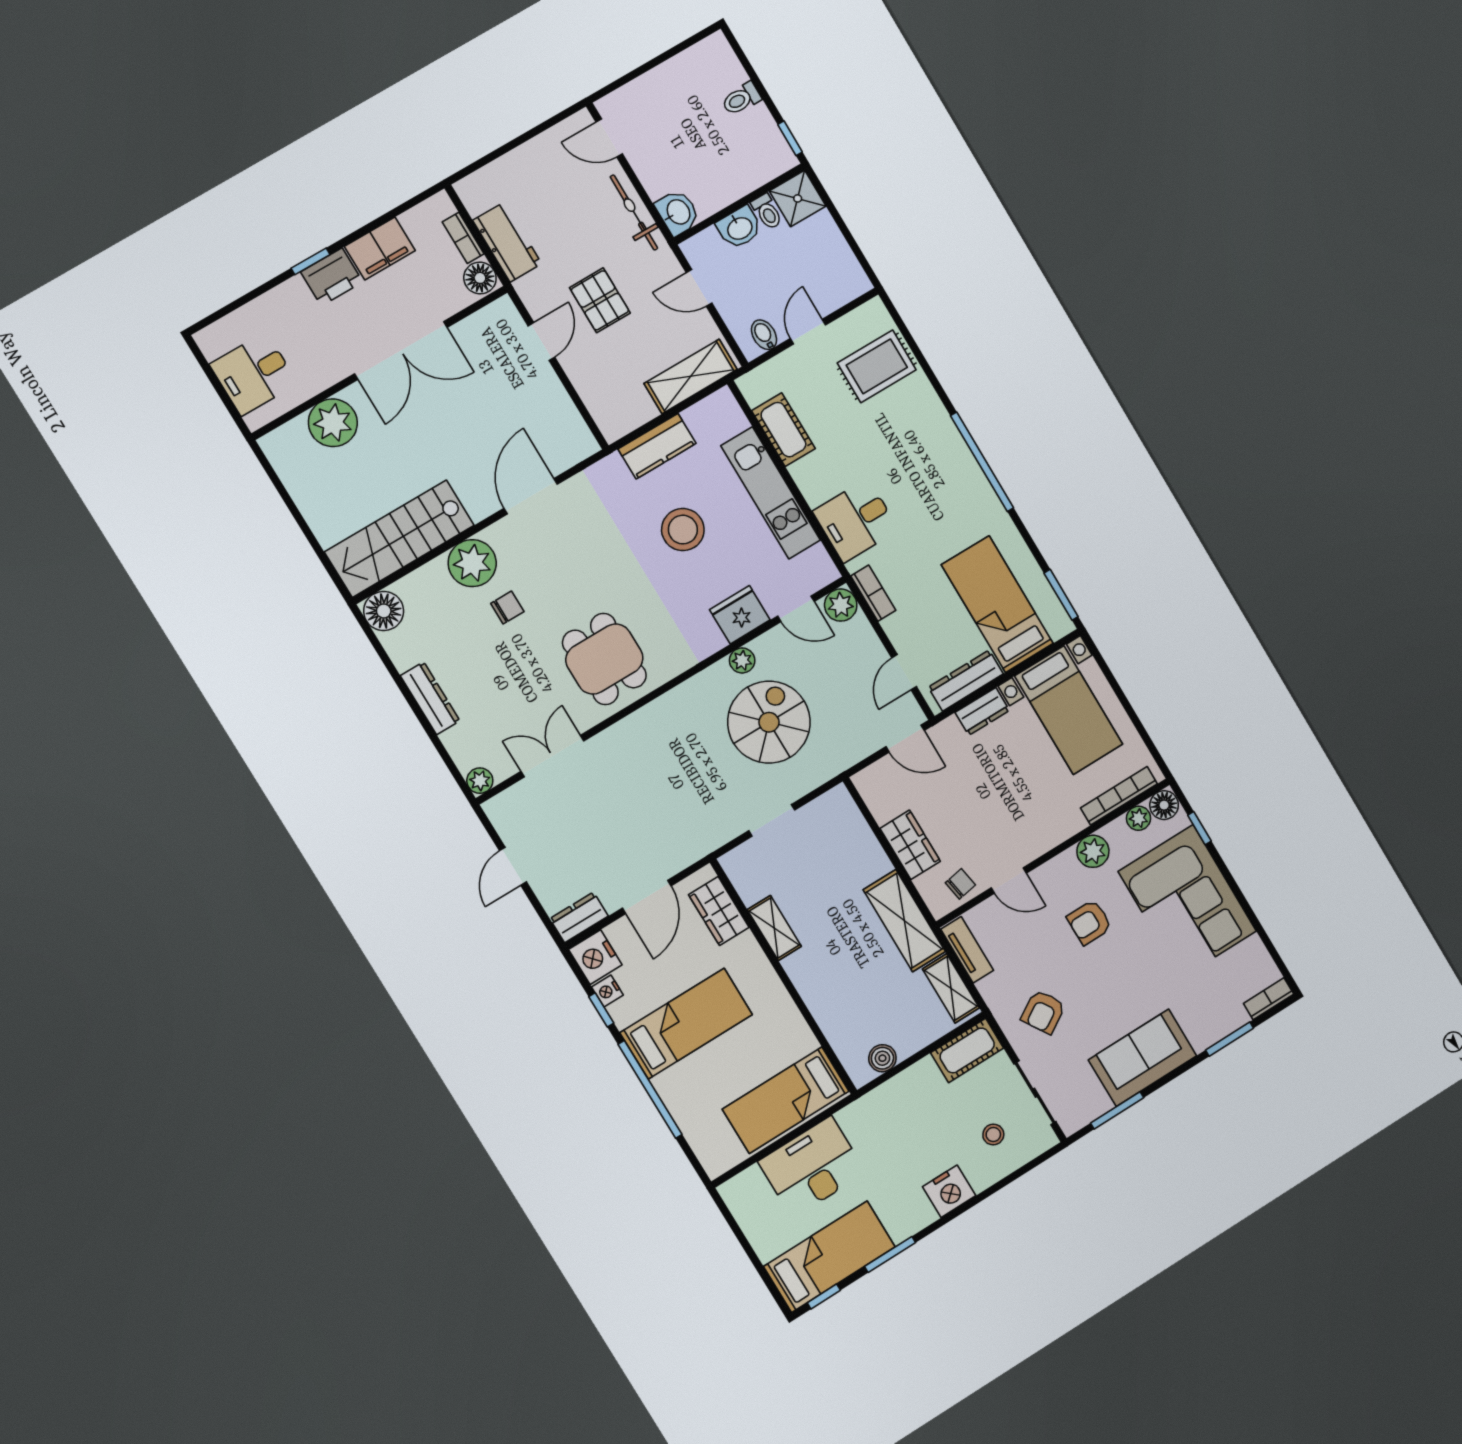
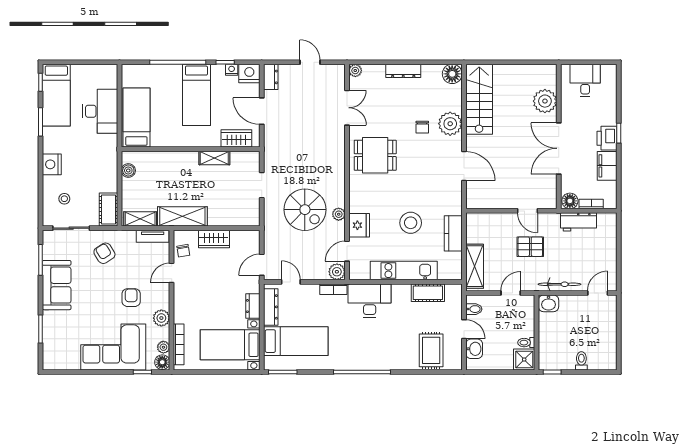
washbasin: (739, 228) -> (474, 349), moved, turned 180
desk: (856, 521) -> (370, 301), width x1.37
bookcase: (1269, 999) -> (47, 357), removed

